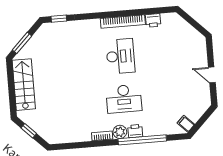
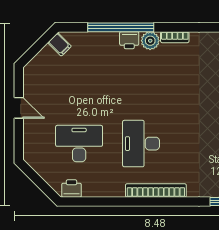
printer: (153, 20) -> (72, 188), moved
bookcase: (123, 21) -> (156, 190), moved
desk: (124, 99) -> (79, 144), moved

